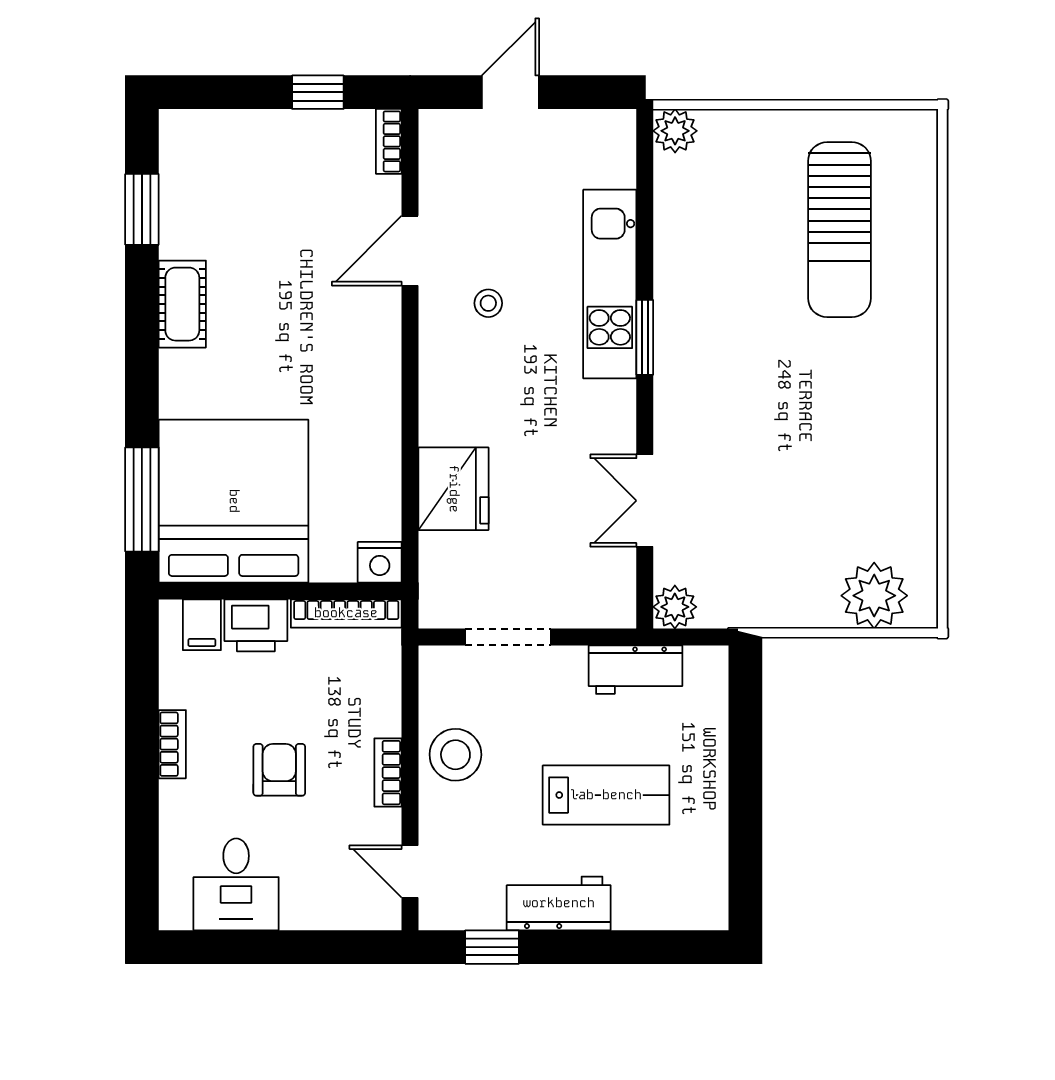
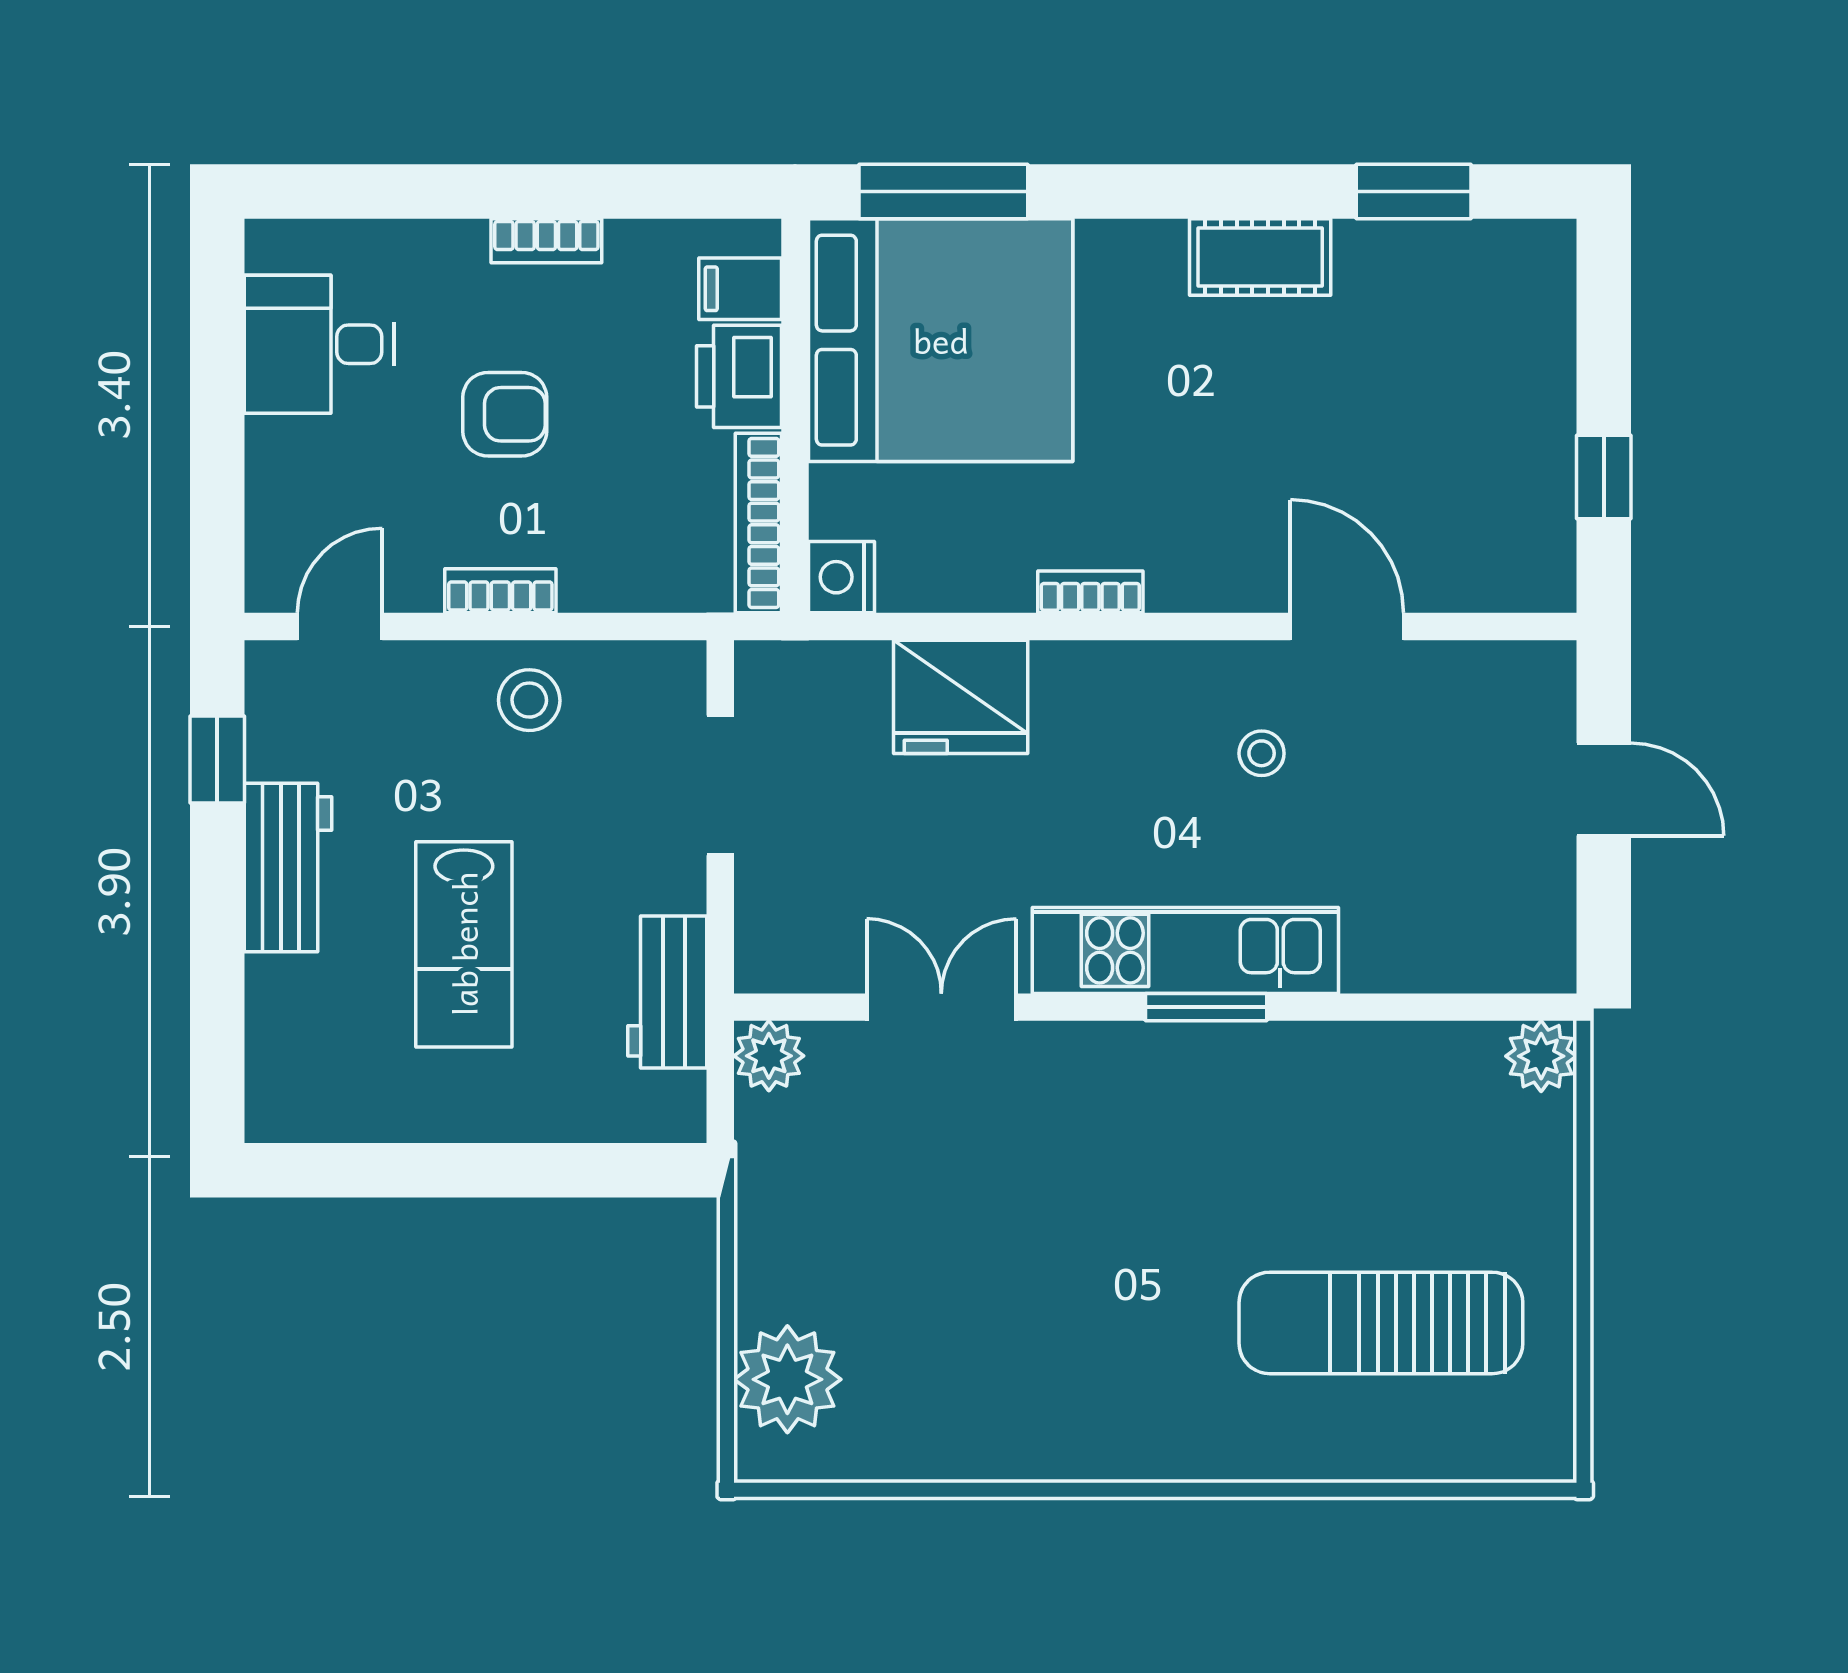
bookcase: (389, 141) -> (1090, 592), moved
kitchen unit: (610, 284) -> (1185, 950), moved
stool: (455, 755) -> (529, 700), width x0.73, depth x0.73

